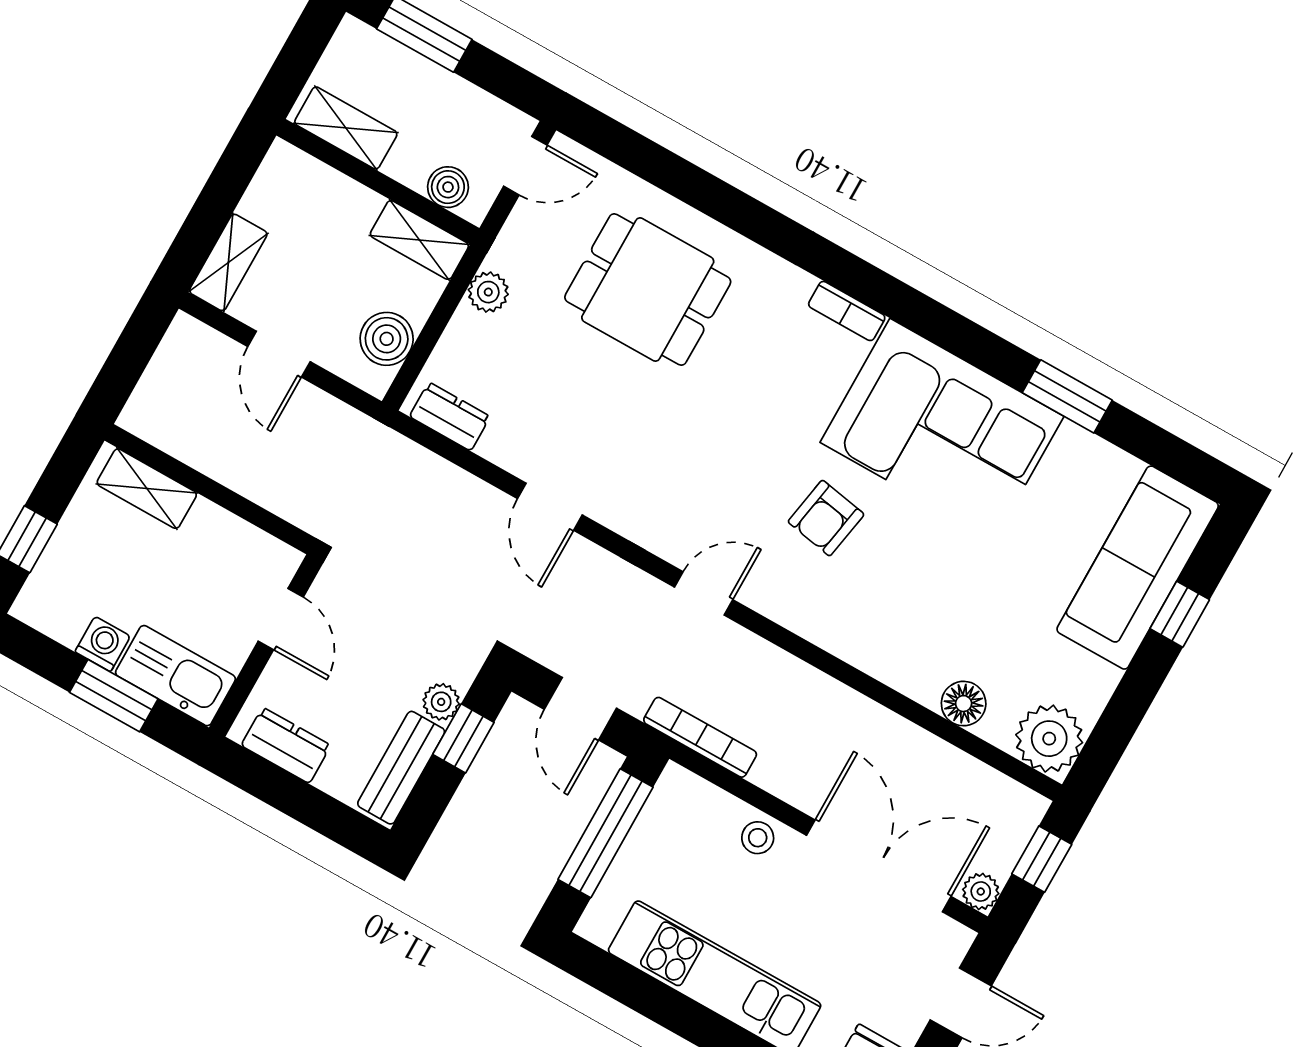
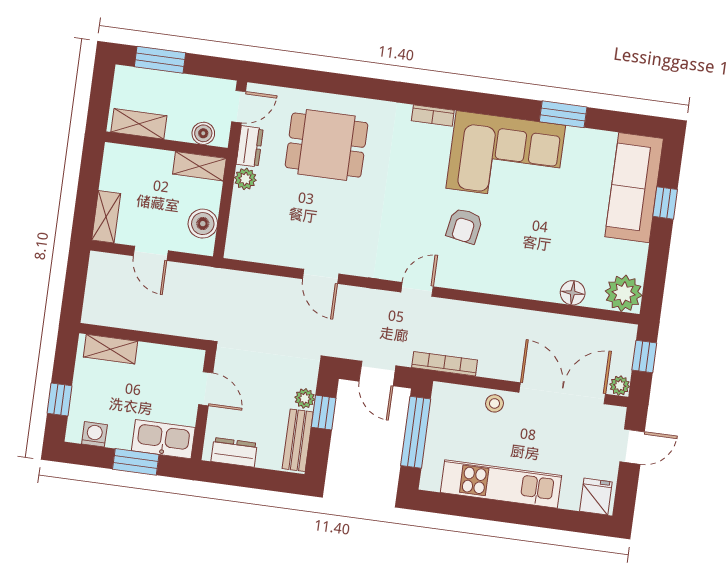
dresser: (450, 417) -> (250, 146), moved, turned 90
washing machine: (103, 644) -> (94, 434), moved

